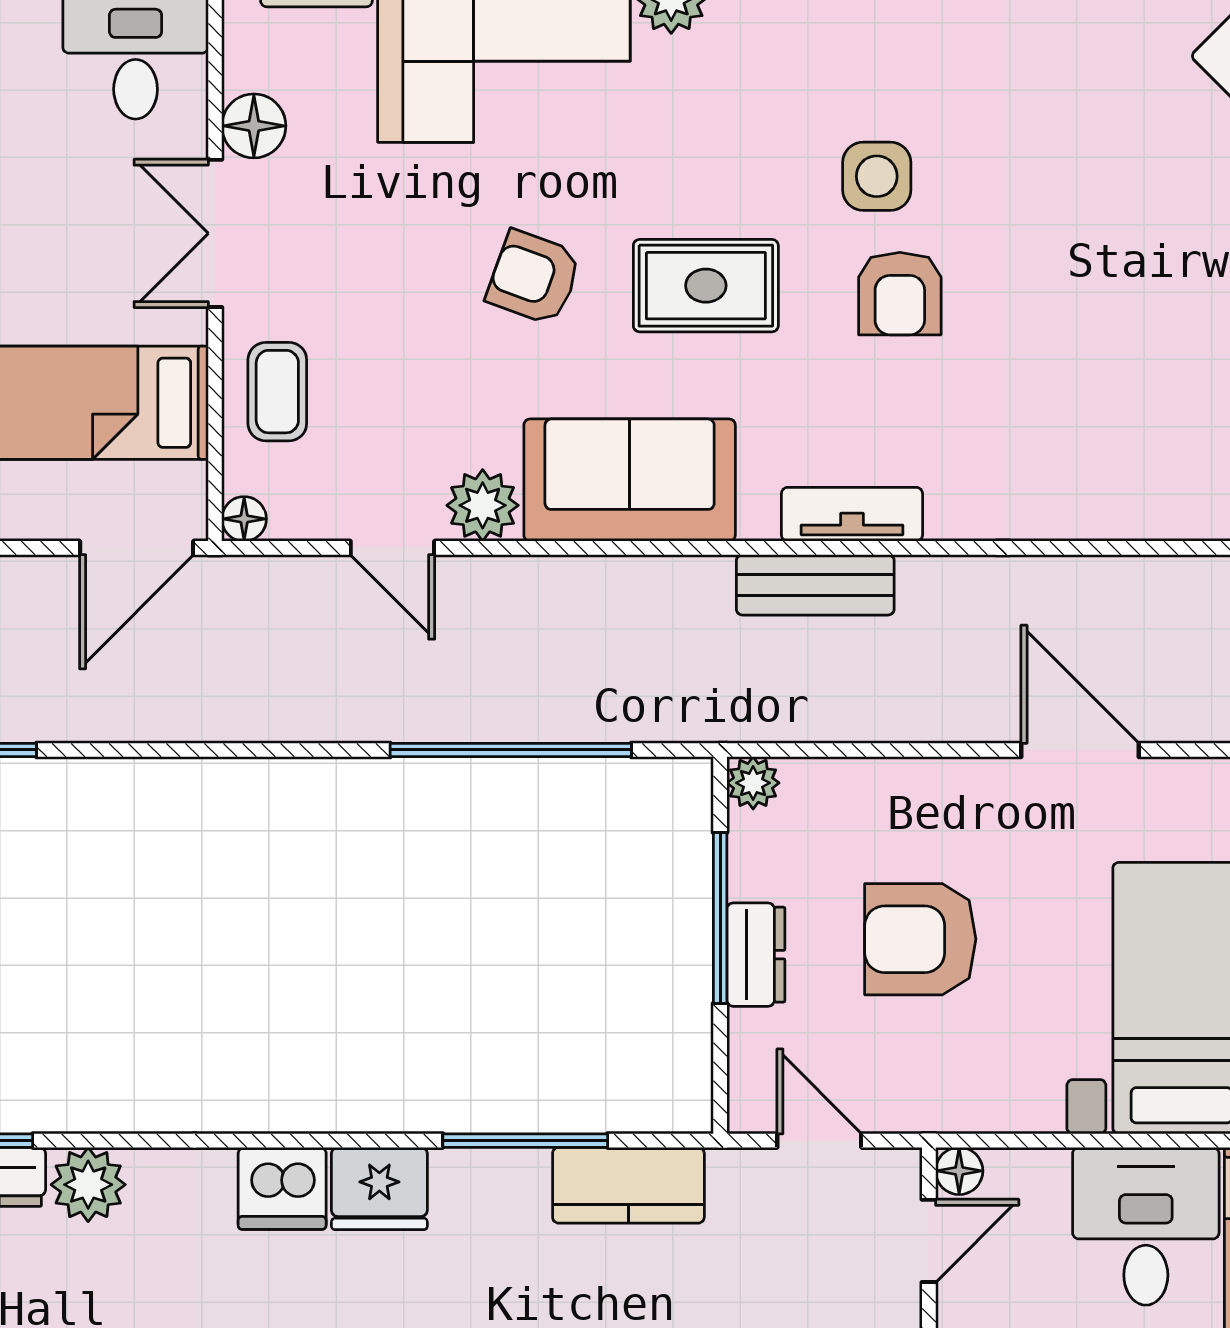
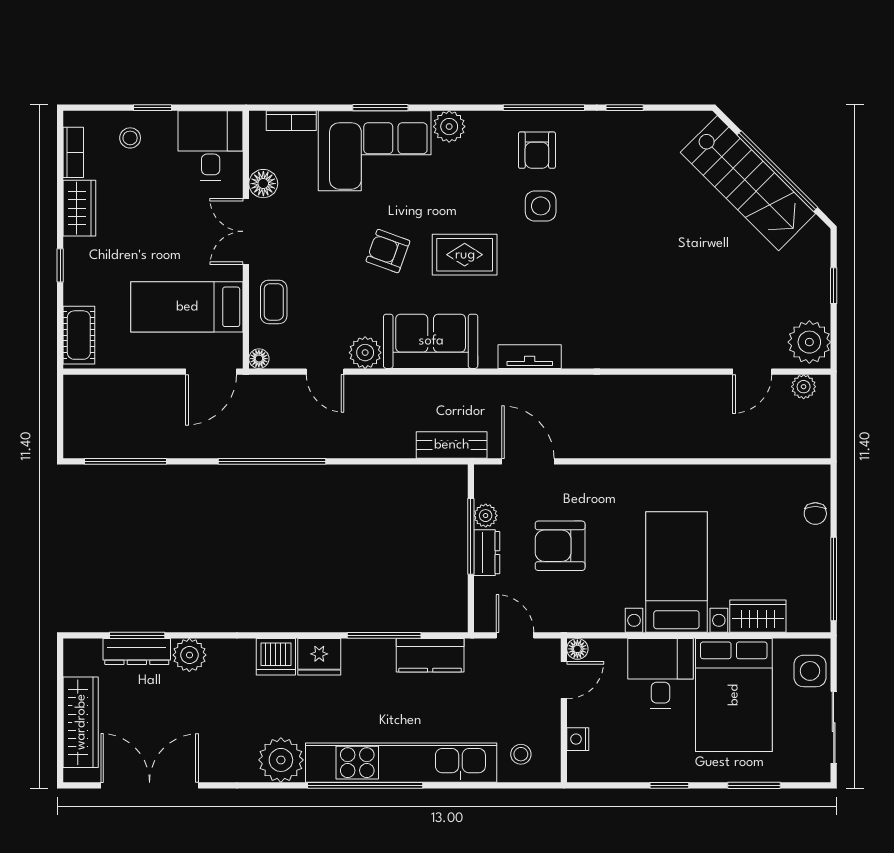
armchair: (900, 294) -> (537, 150), moved
bench: (815, 585) -> (452, 445), moved
window: (511, 750) -> (272, 461), moved
door: (1080, 750) -> (528, 461), moved
plant: (753, 783) -> (486, 516), moved

